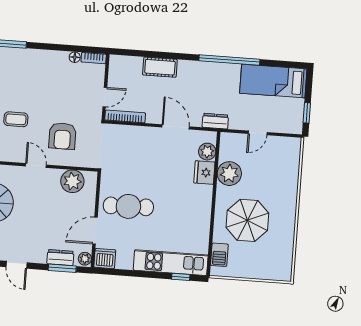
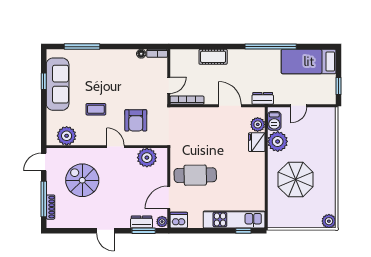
barbecue: (219, 255) -> (274, 121), moved
plant: (283, 273) -> (329, 221), added

